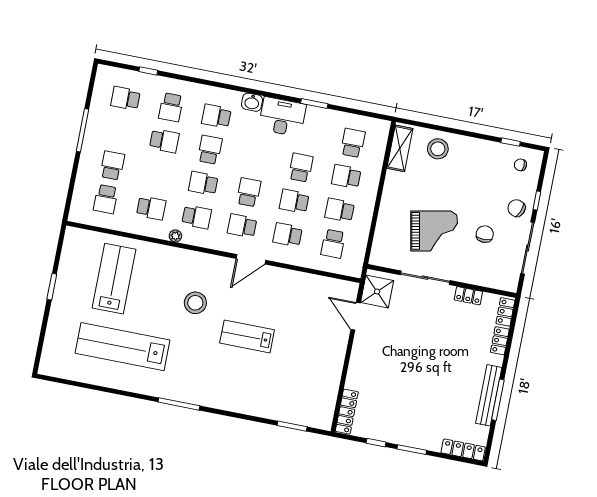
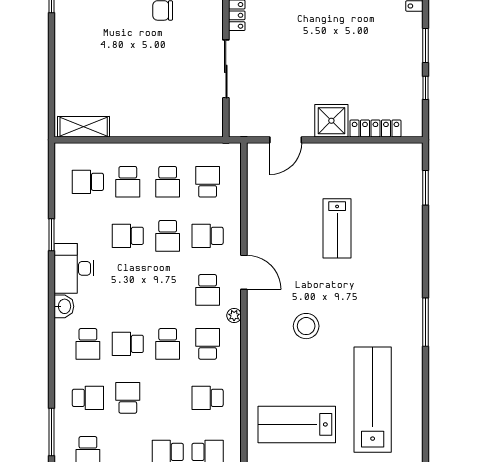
window: (148, 71) -> (52, 432), width x2.17
stool: (438, 149) -> (76, 83), removed
school desk: (249, 192) -> (168, 290), removed
school desk: (151, 208) -> (208, 398), turned -90
grand piano: (434, 231) -> (170, 69), removed
school desk: (288, 235) -> (208, 236), turned 90
plant: (175, 236) -> (234, 315), moved
school desk: (333, 244) -> (208, 182), turned -90
shower: (377, 292) -> (331, 121), moved
lab bench: (247, 336) -> (337, 228), moved
lab bench: (123, 347) -> (373, 400), turned 180
locker: (347, 412) -> (375, 128), moved

